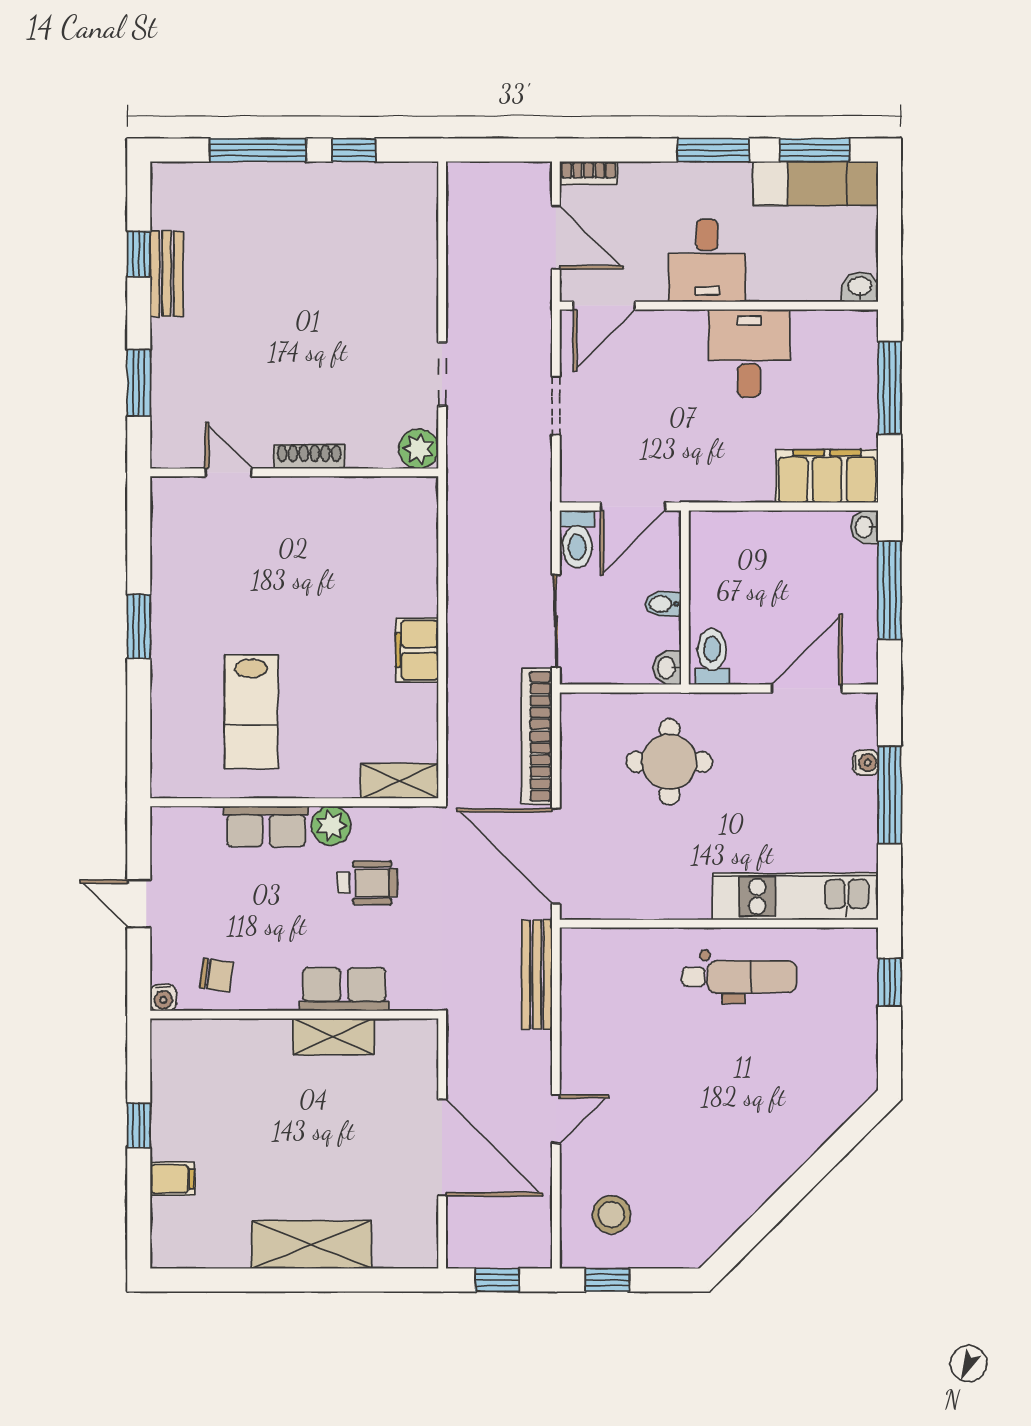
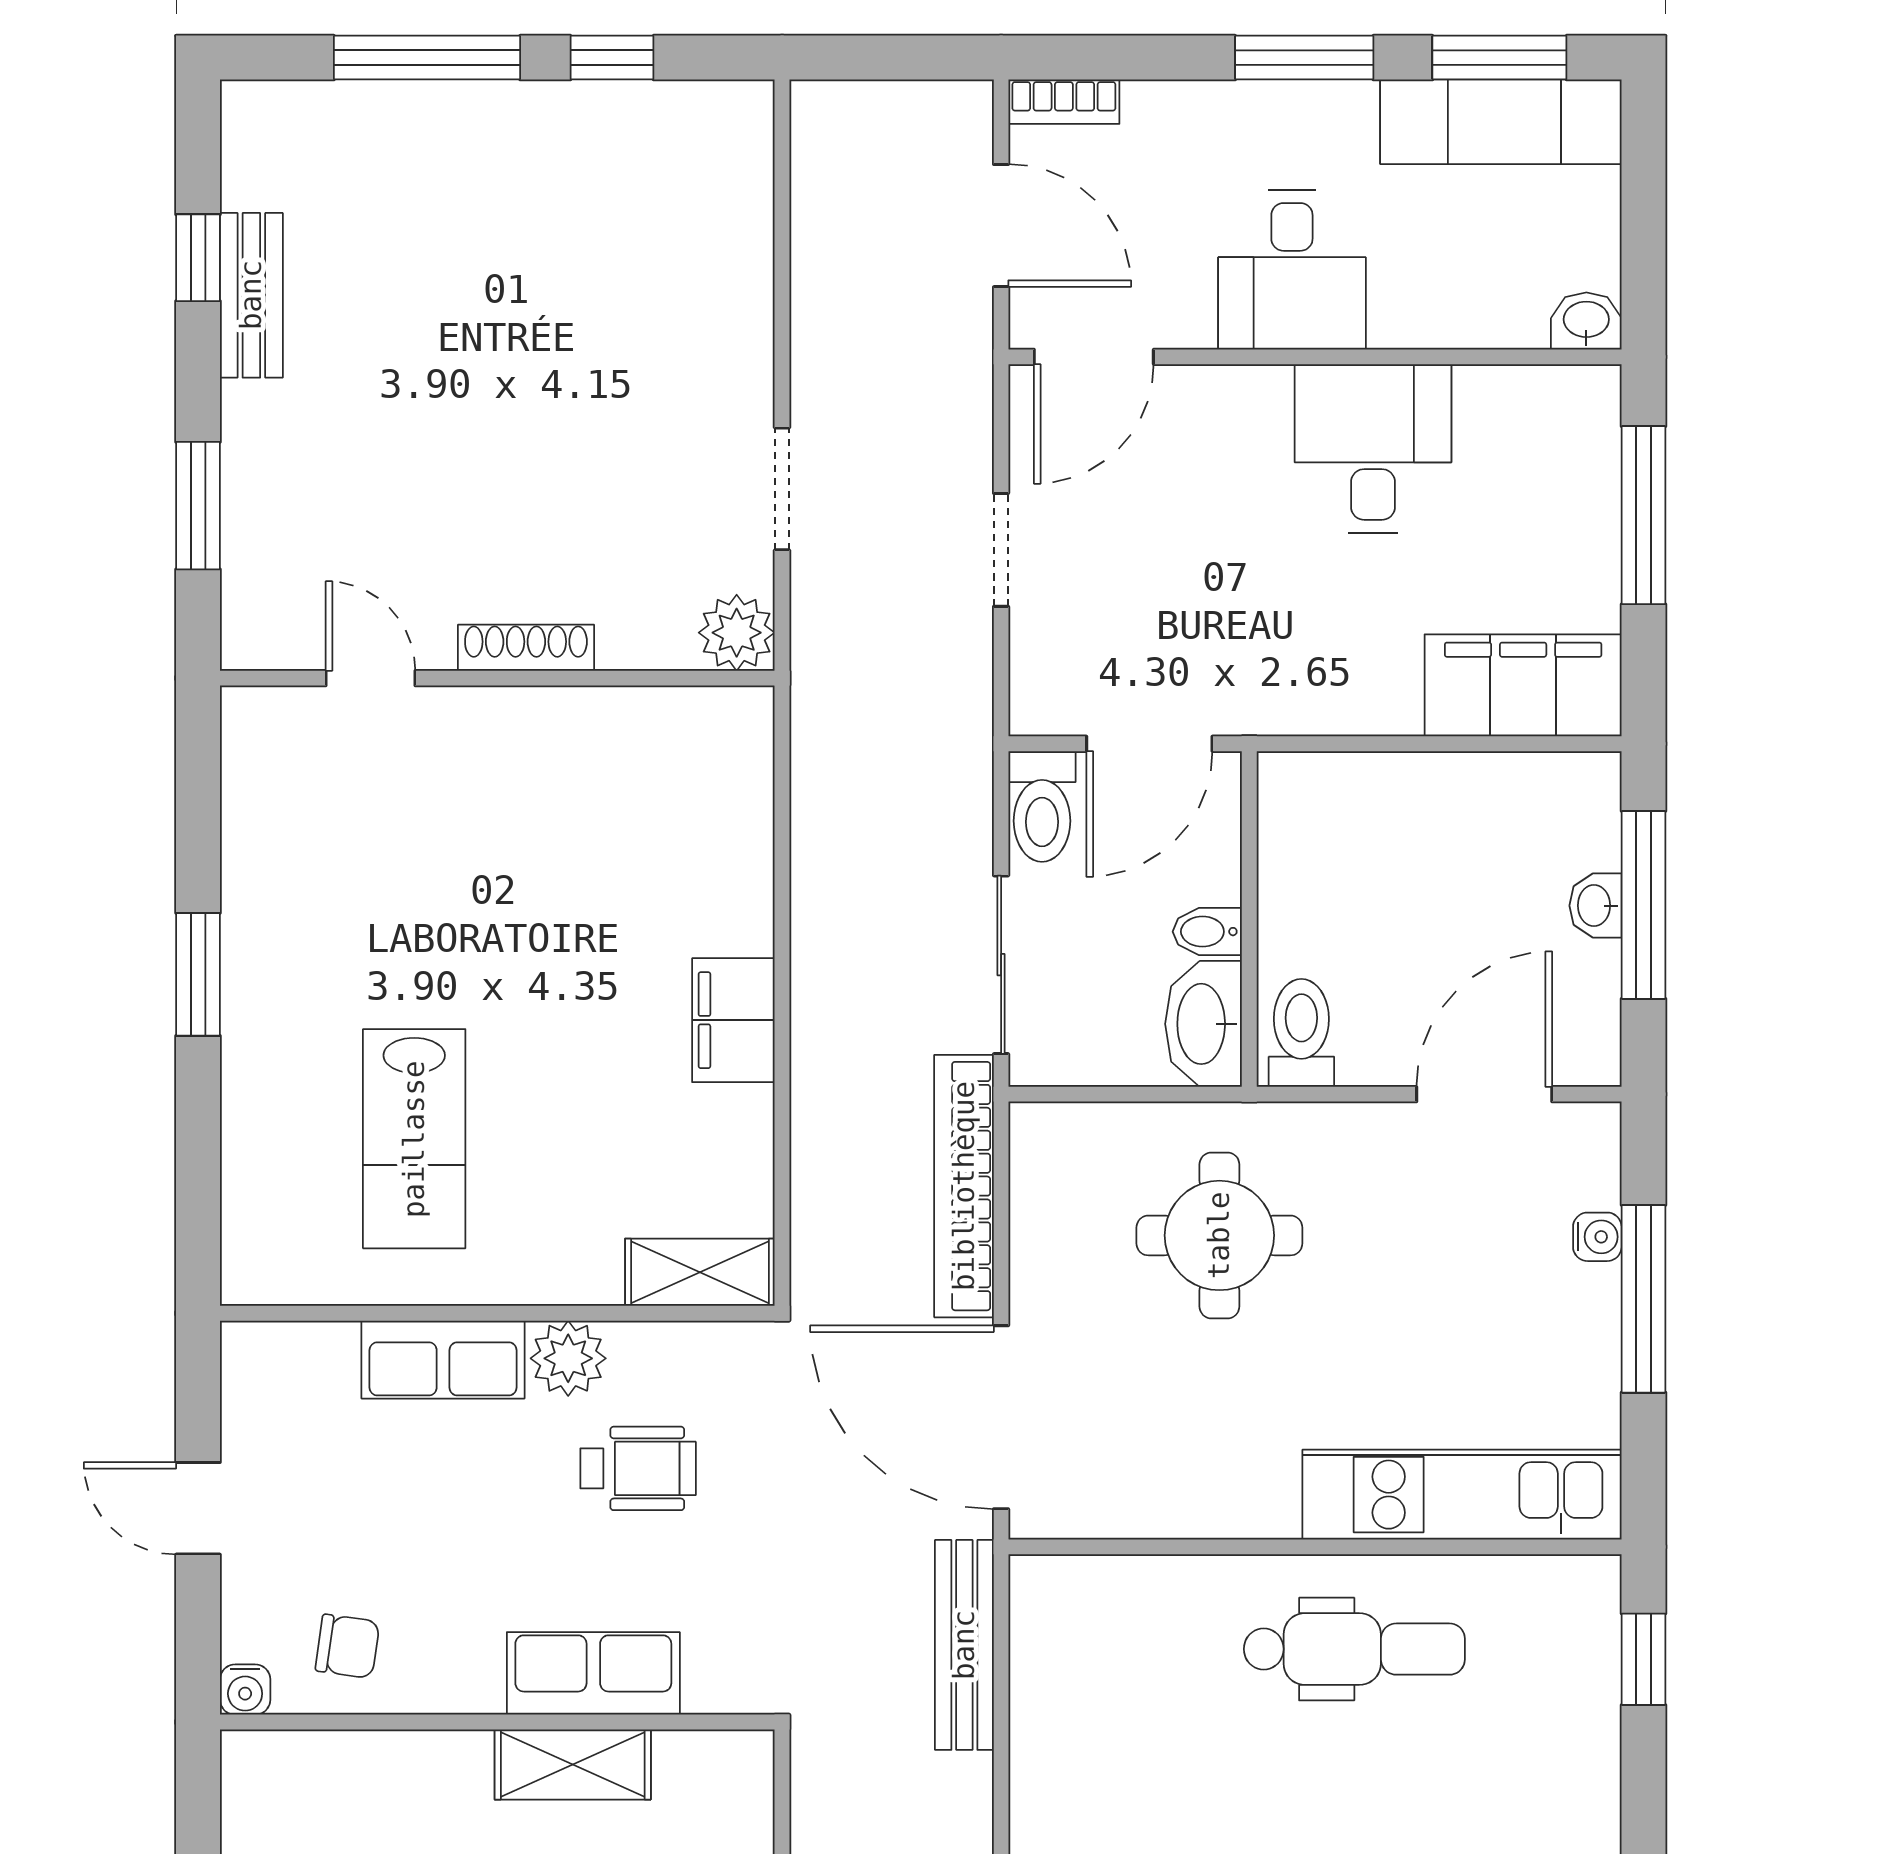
washbasin: (865, 527) -> (1596, 906), moved
washbasin: (667, 668) -> (1203, 1024), width x1.91, depth x1.45

